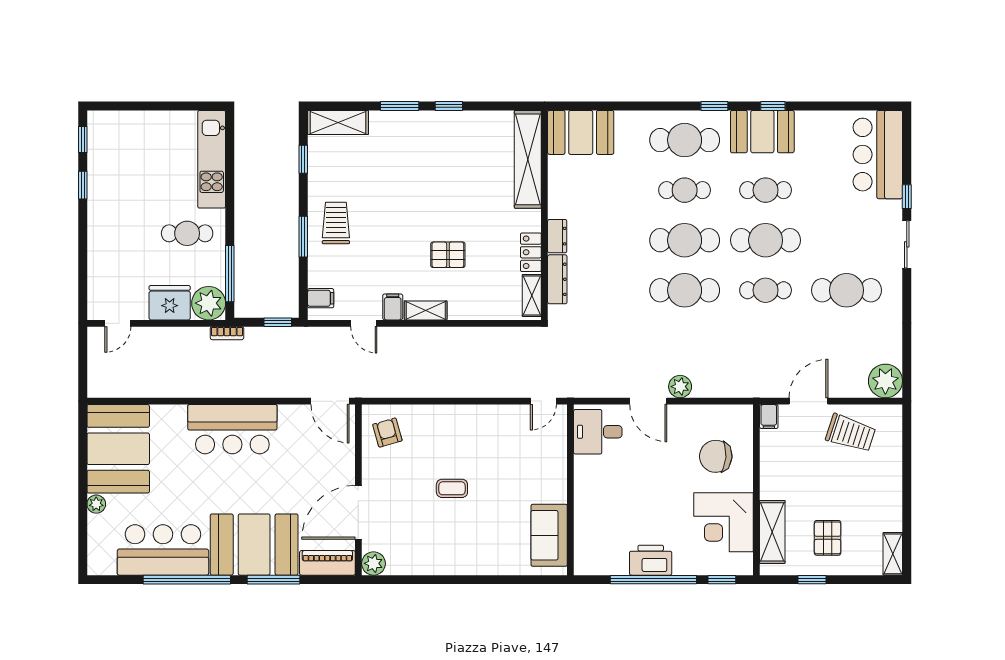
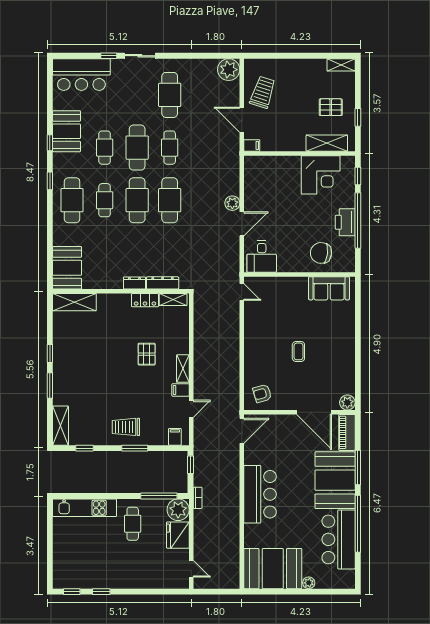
booth: (762, 132) -> (66, 131), moved
shelving: (528, 159) -> (74, 302), width x0.68
chair: (716, 456) -> (321, 253), moved, turned 93

